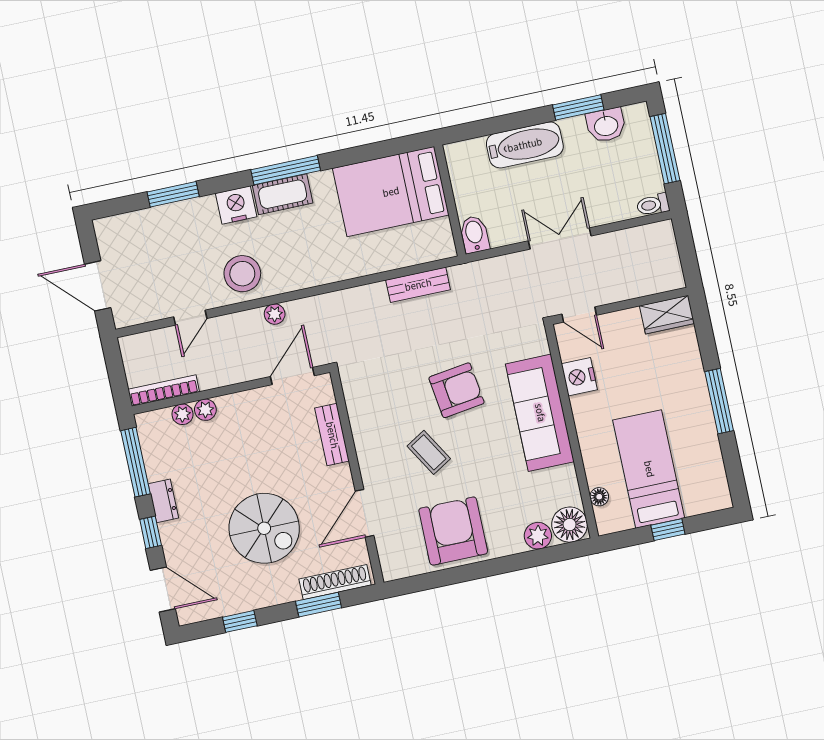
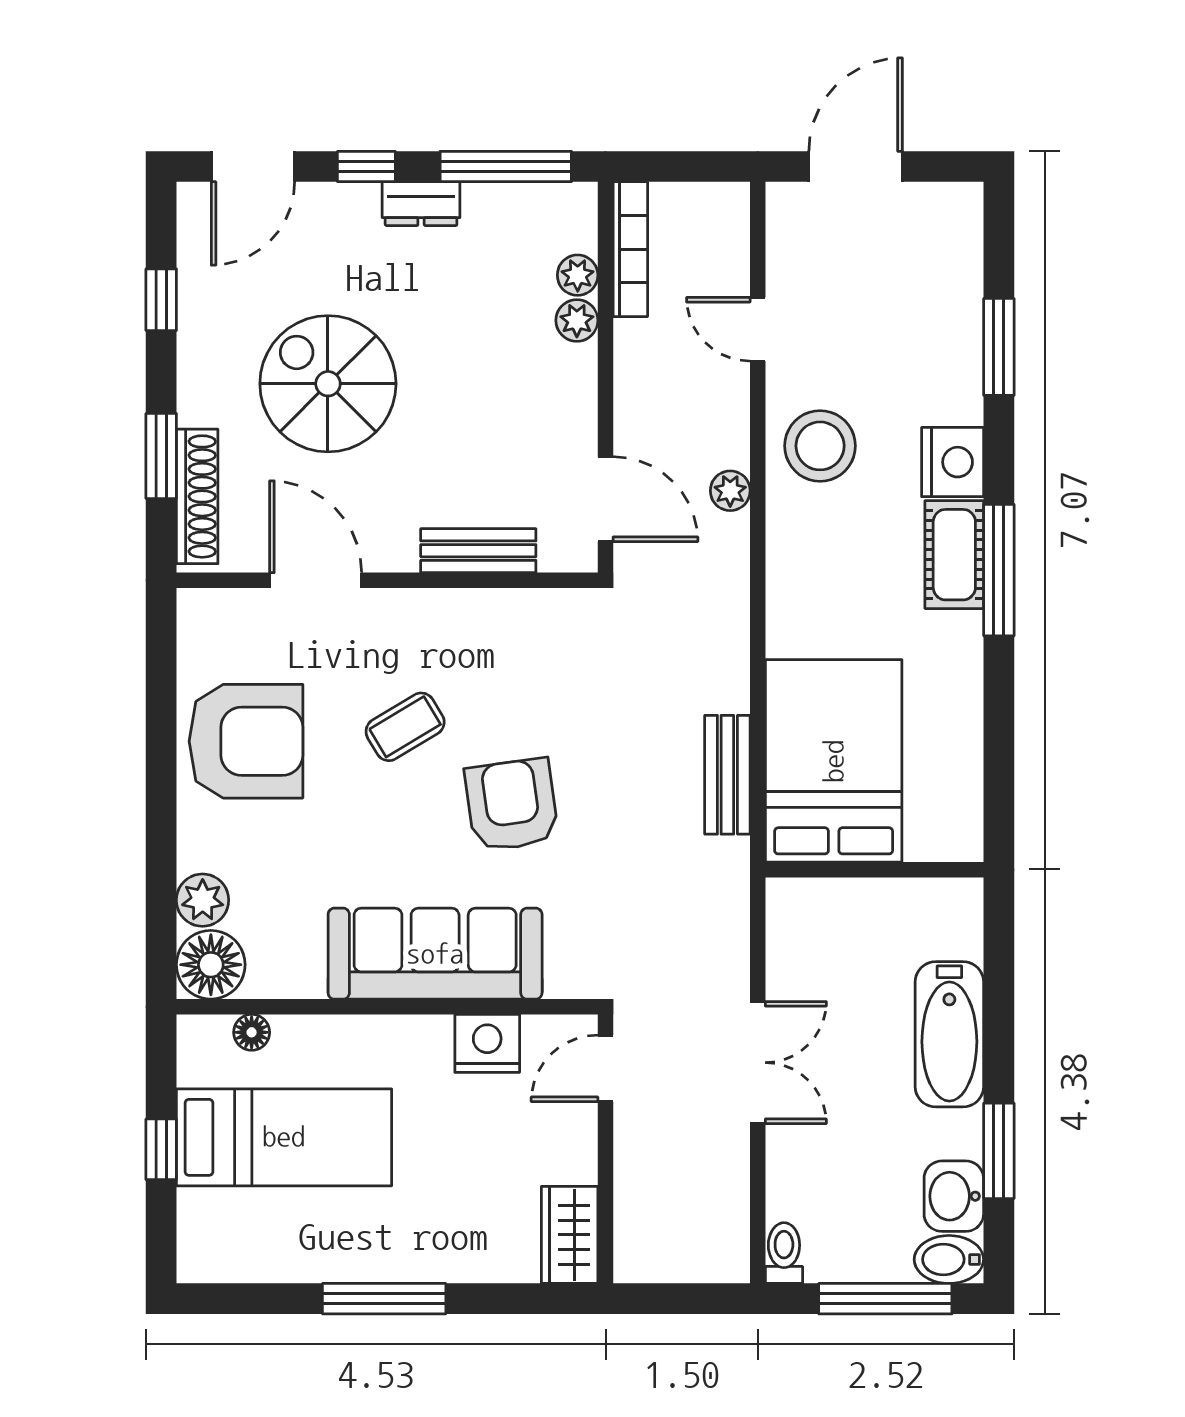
bed: (391, 192) -> (834, 761), moved
bidet: (474, 234) -> (949, 1259), moved, turned 180
armchair: (457, 390) -> (512, 805), turned 180
spiral stairs: (264, 528) -> (328, 384), turned 90

